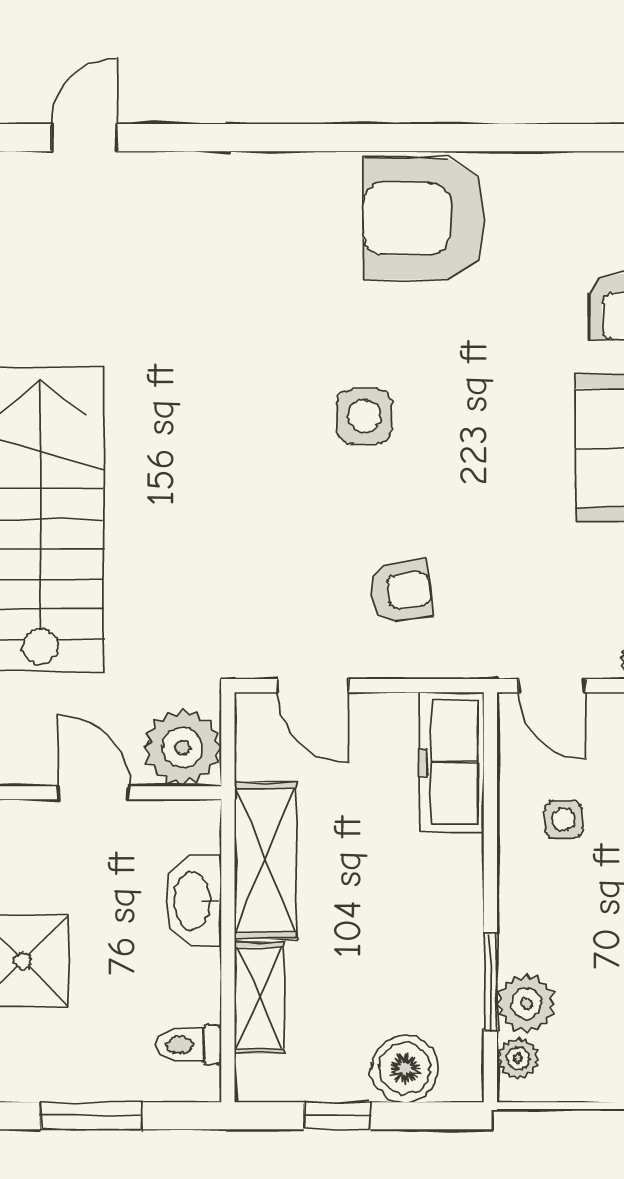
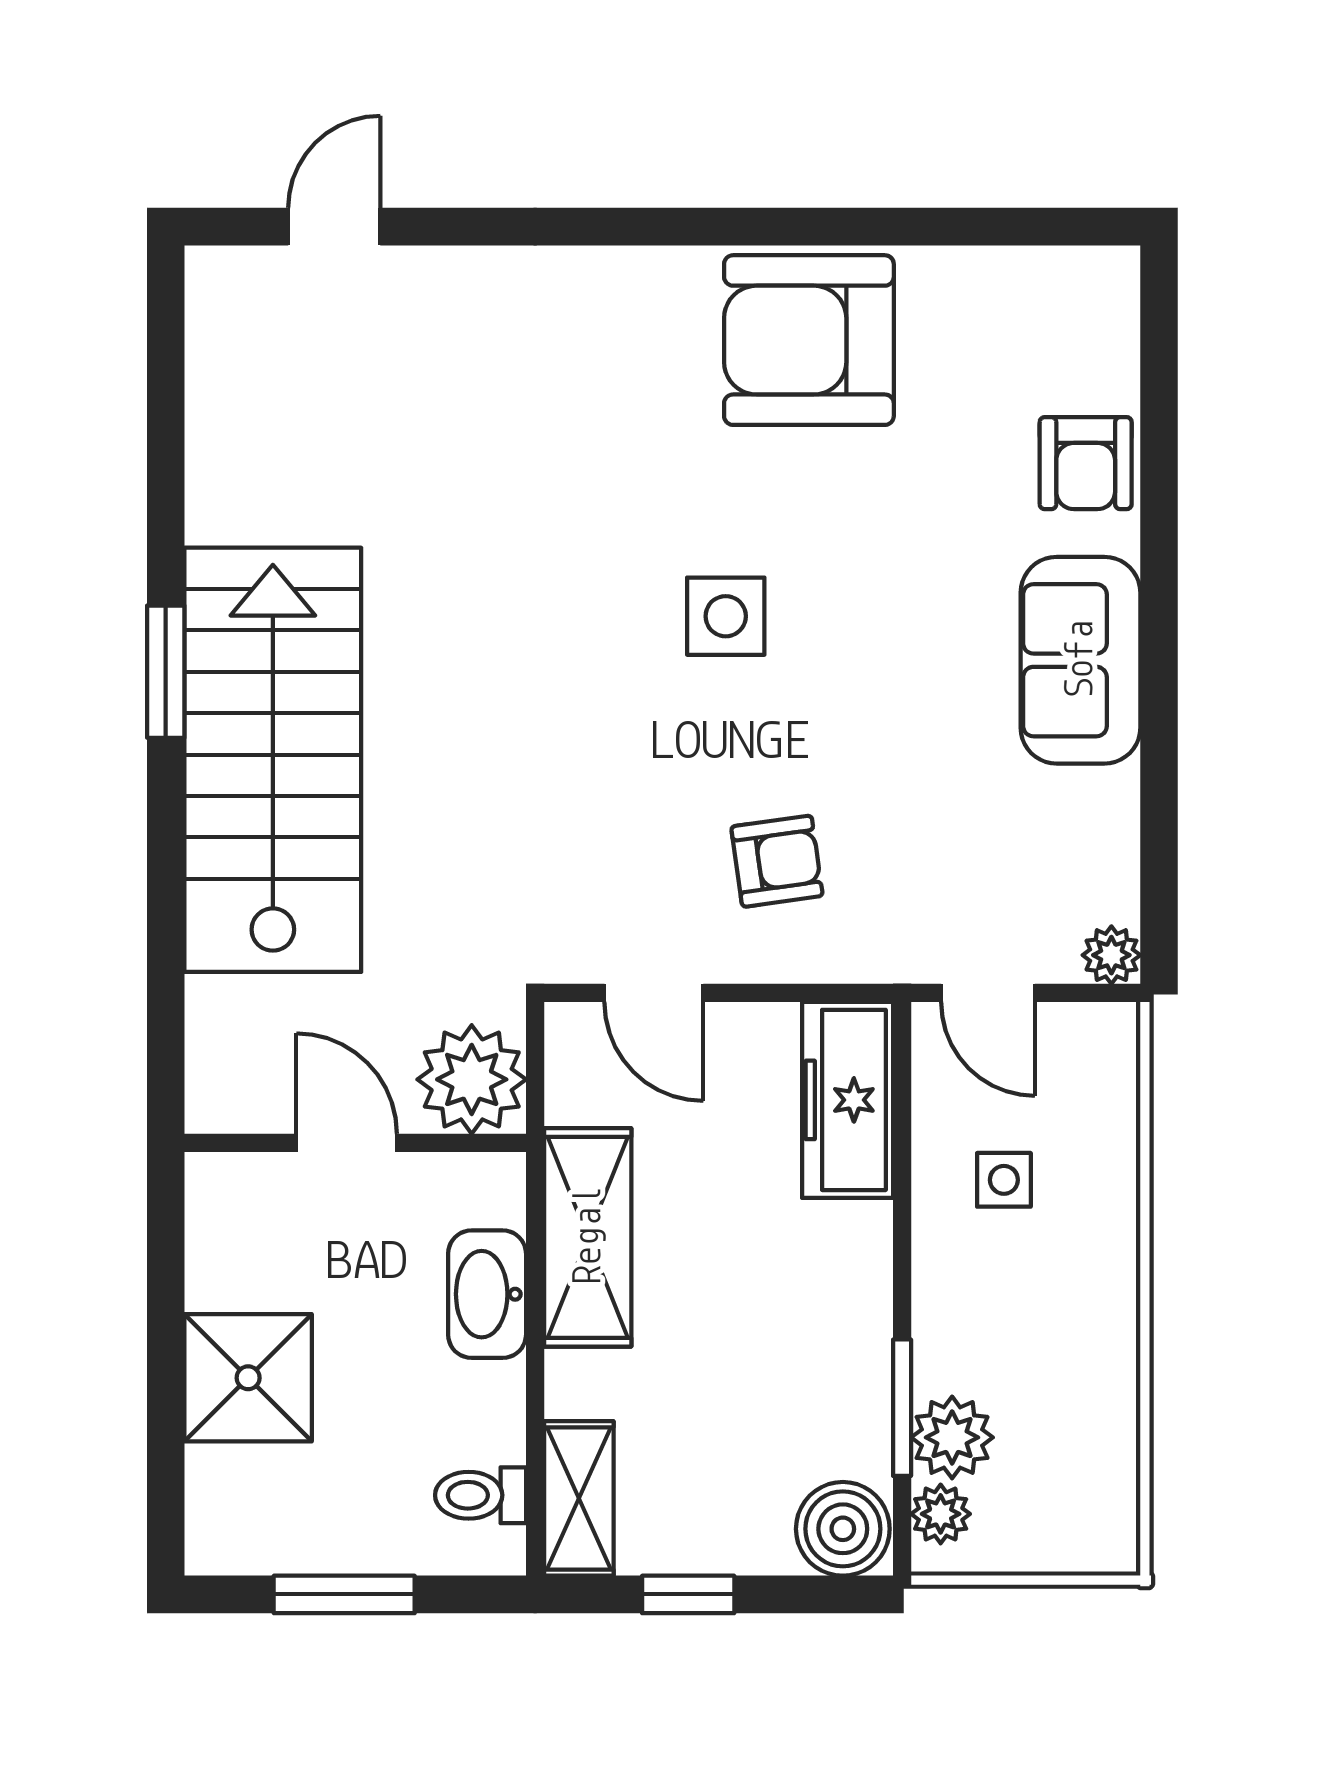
shelving: (259, 998) -> (579, 1498), moved
boiler: (405, 1069) -> (843, 1529), moved

